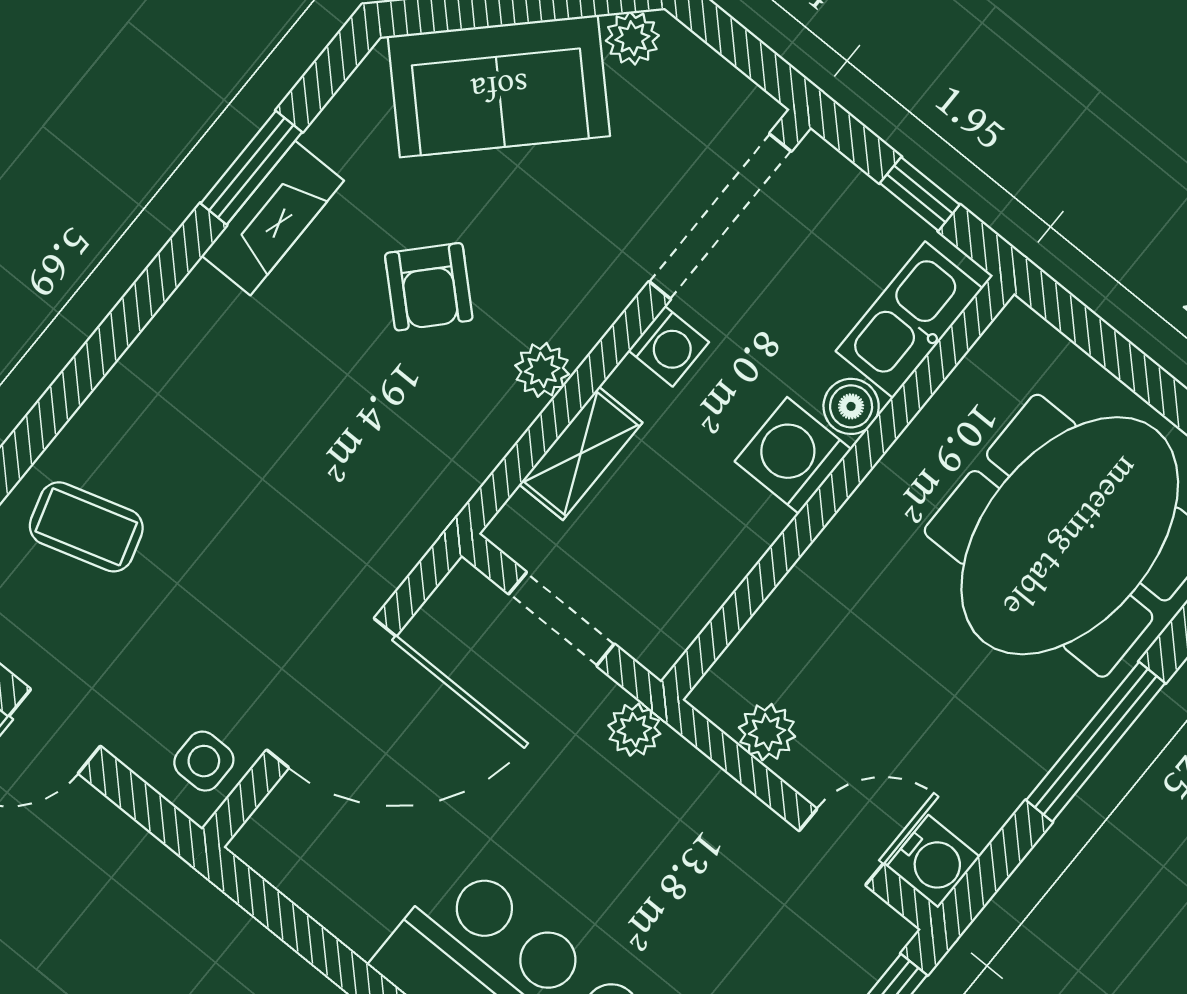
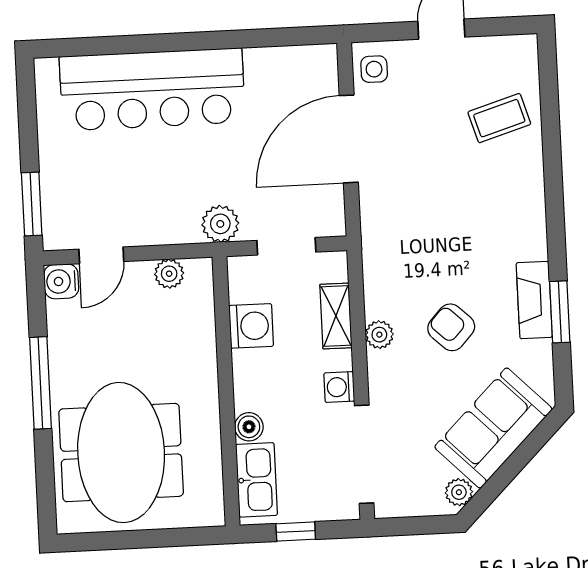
washing machine: (793, 455) -> (251, 326), moved
plant: (634, 730) -> (220, 224), width x1.38, depth x1.38

